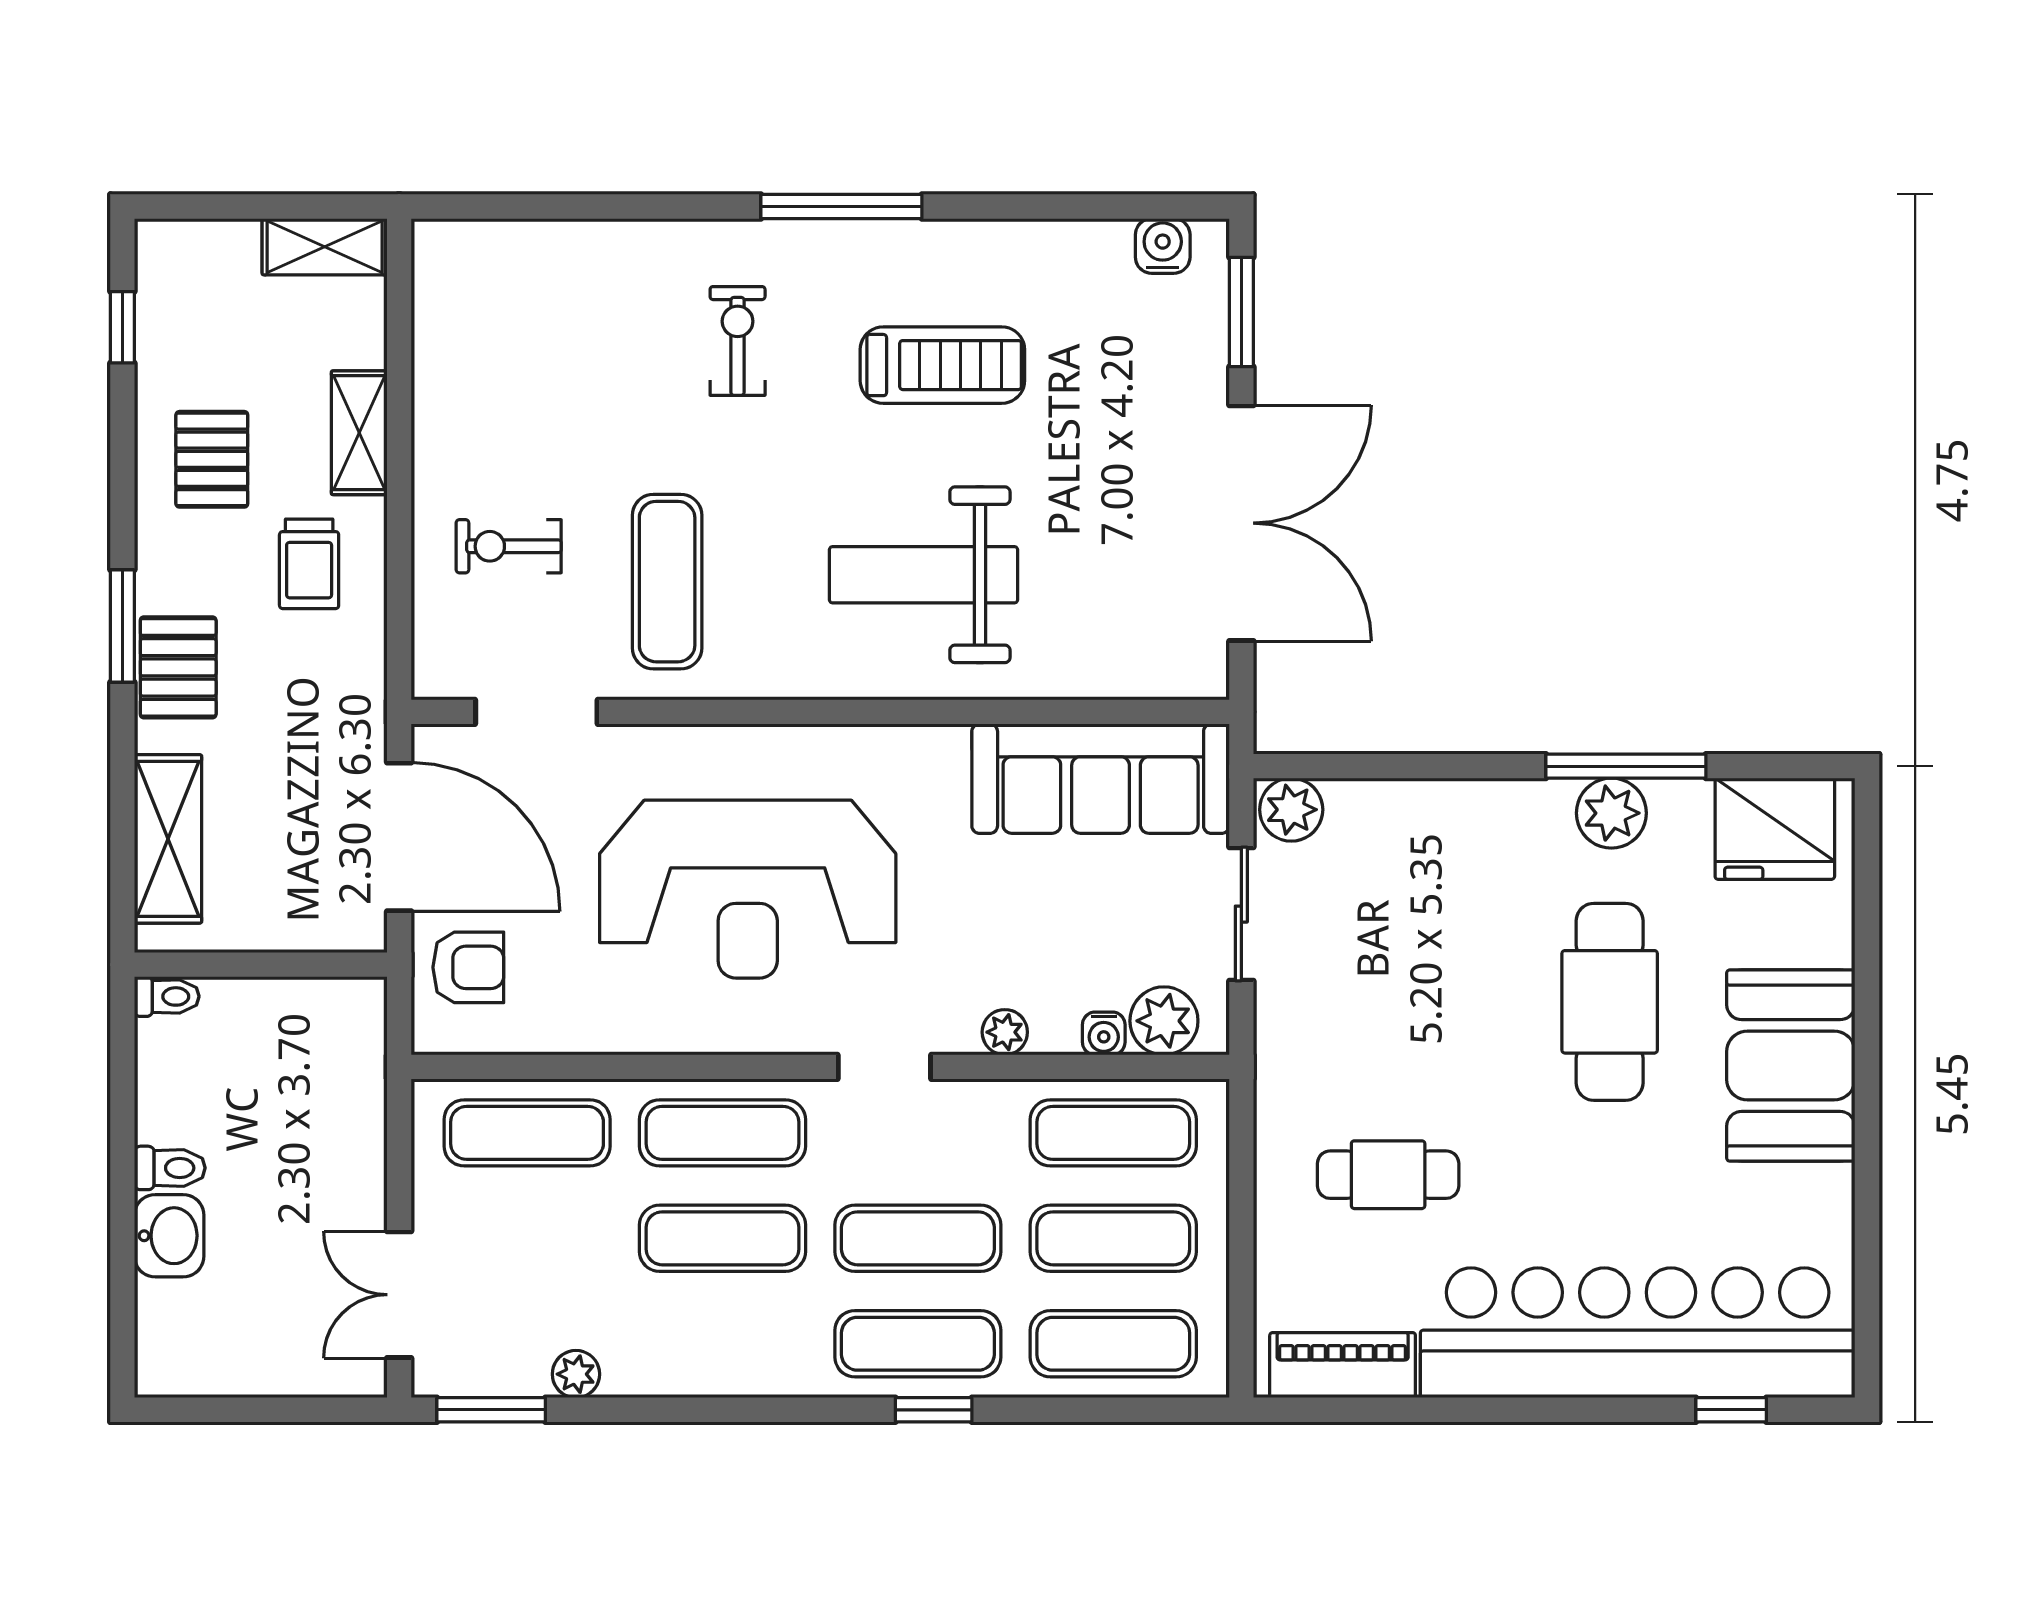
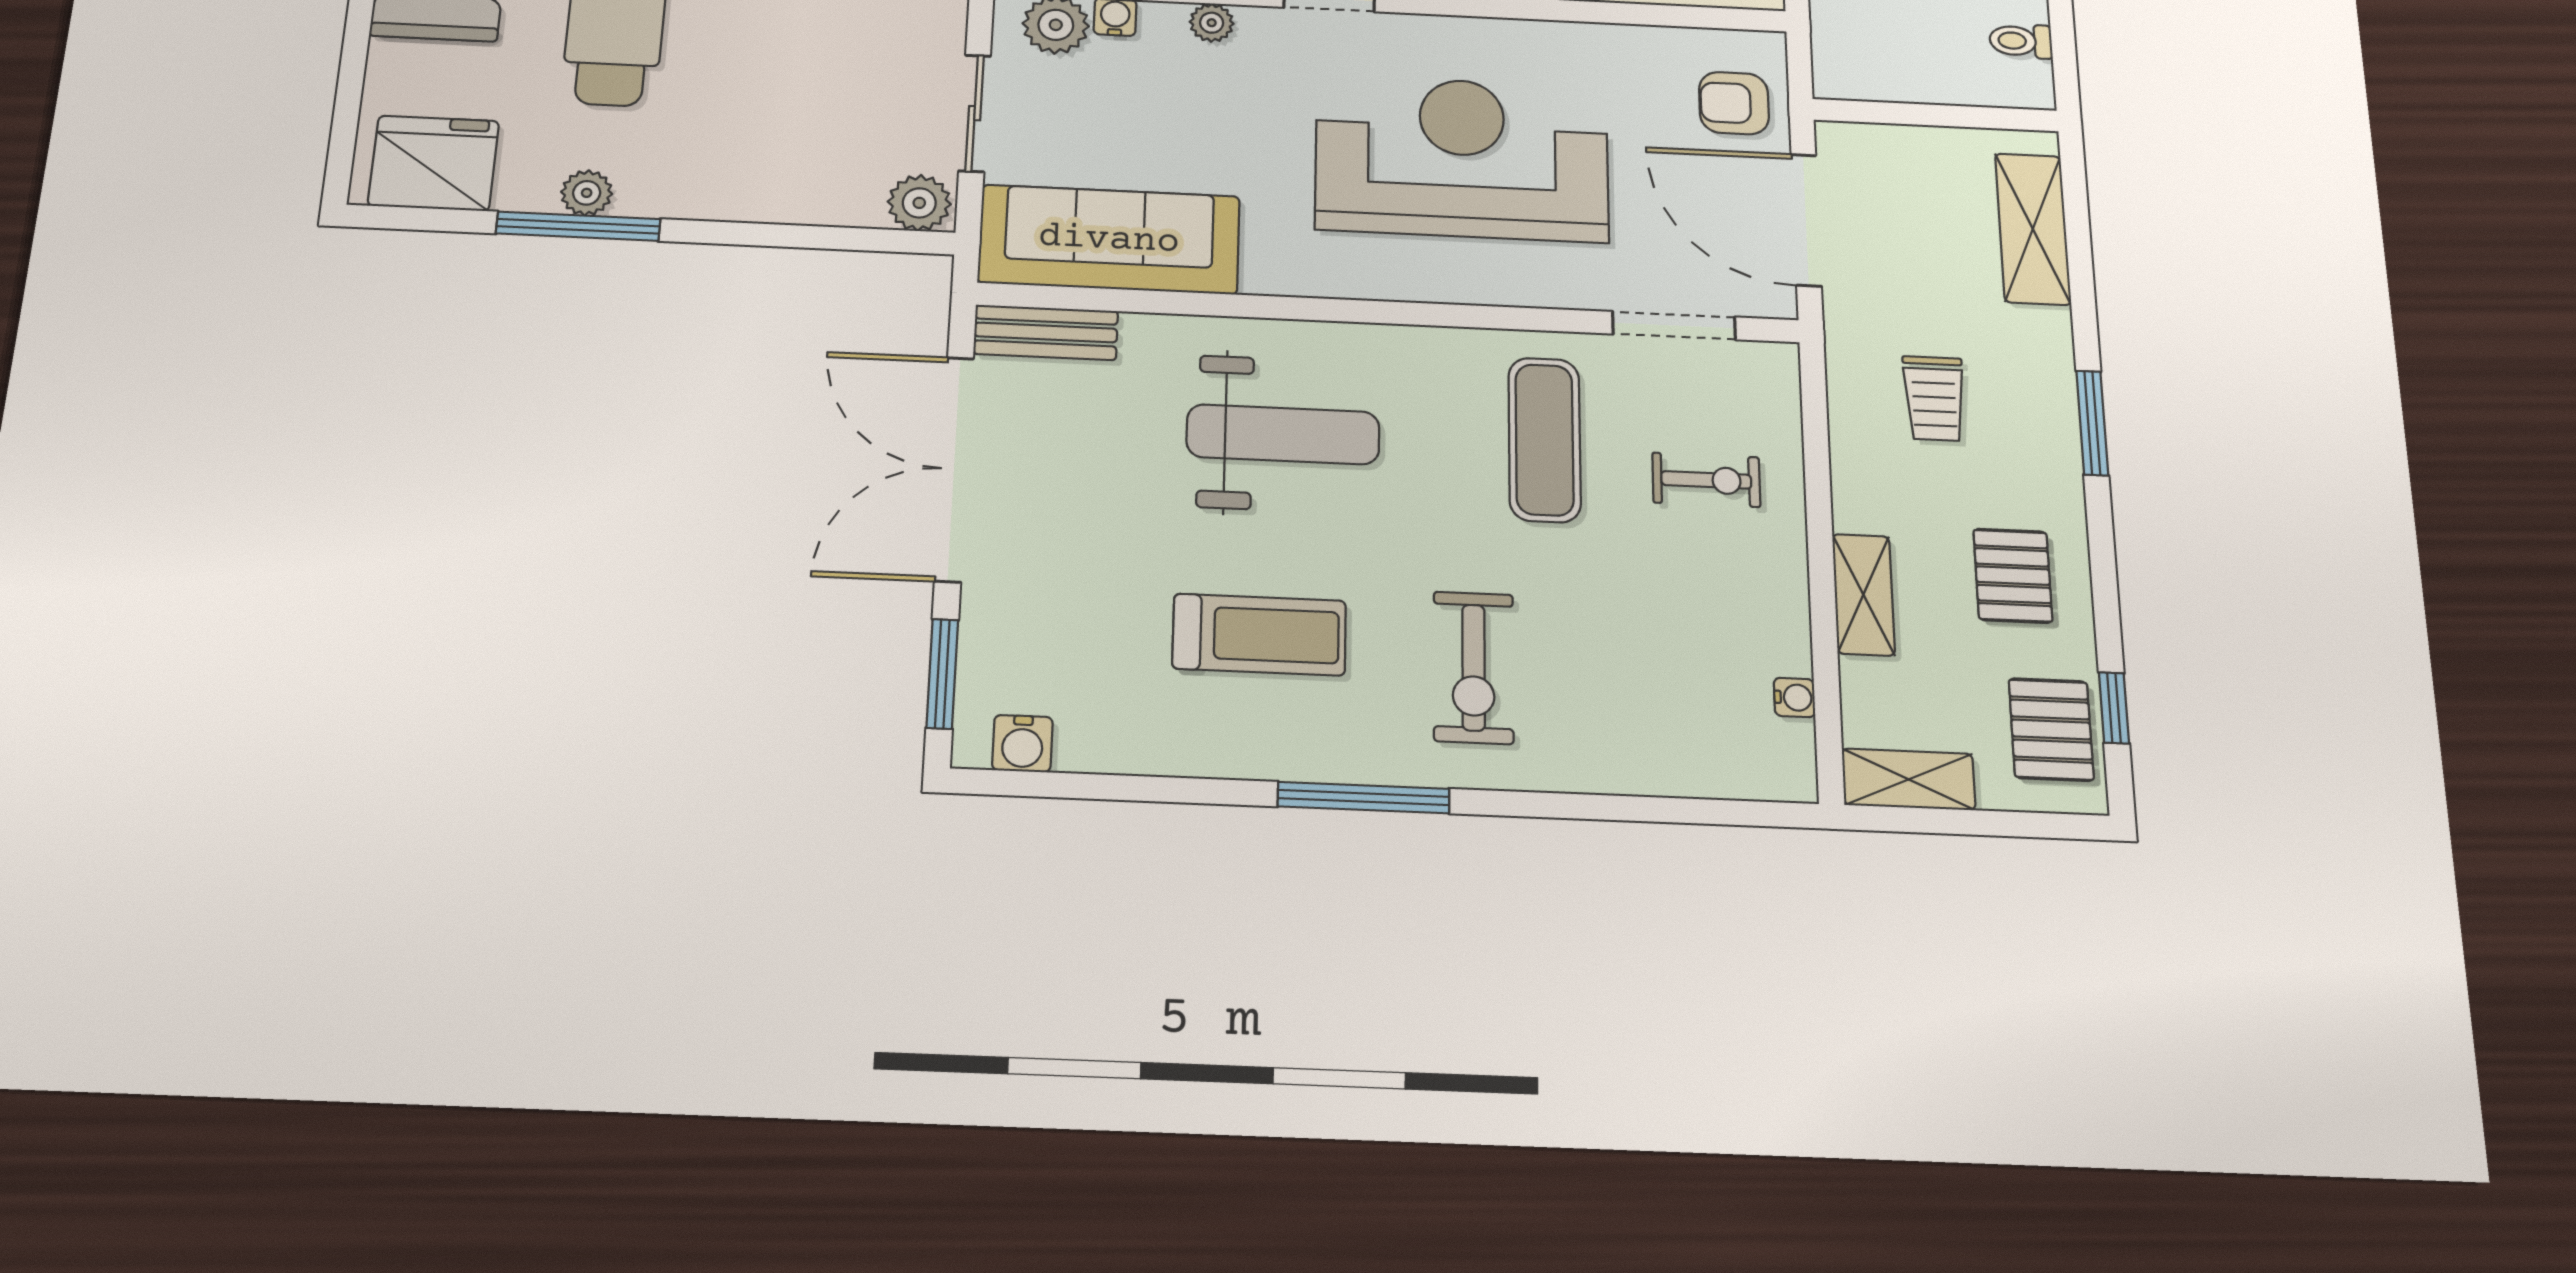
water cooler: (430, 324) -> (1794, 697), added
exercise bike: (738, 341) -> (1474, 667), width x1.38, depth x1.39
treadmill: (942, 365) -> (1259, 635), turned 180
trolley: (309, 564) -> (1934, 398), moved, turned 180
pallet: (178, 667) -> (2051, 730), moved
bench: (1159, 673) -> (1046, 332), added
plant: (1611, 813) -> (587, 193), width x0.73, depth x0.73
toilet: (167, 996) -> (2021, 41), moved

